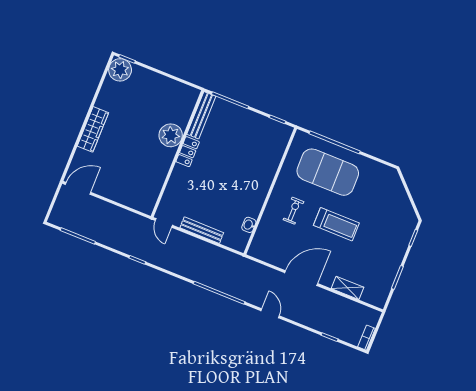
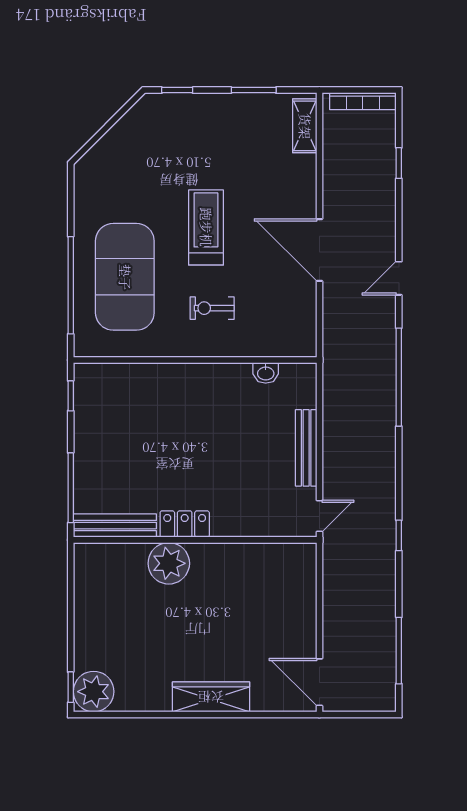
shelving: (347, 288) -> (305, 126), moved
bookcase: (367, 338) -> (363, 101), width x1.56

